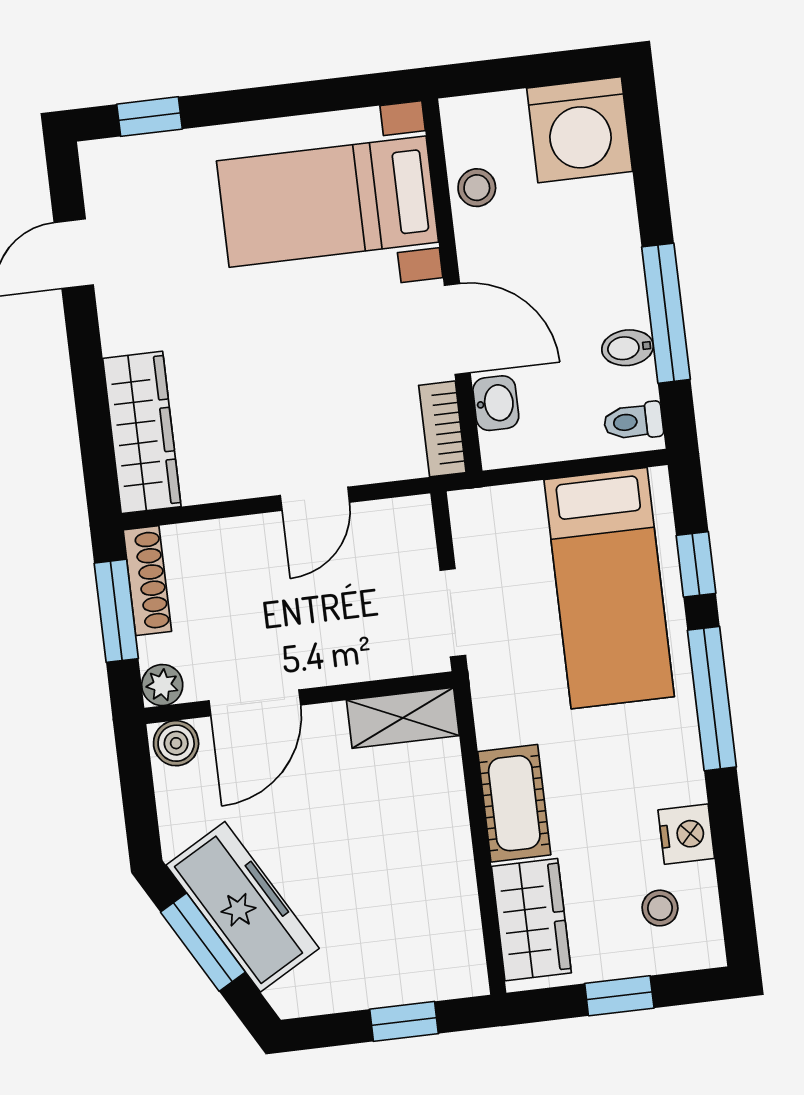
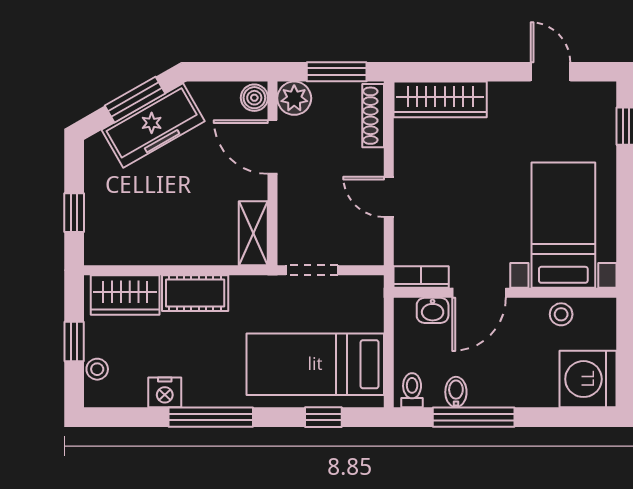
shoe rack: (147, 581) -> (373, 116), moved, turned 90
plant: (162, 685) -> (294, 98), width x1.38, depth x1.38
window: (712, 699) -> (211, 417), moved
stool: (660, 908) -> (97, 369), moved

